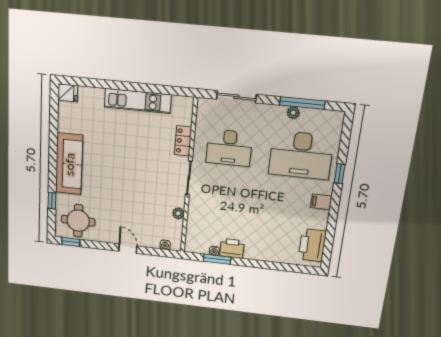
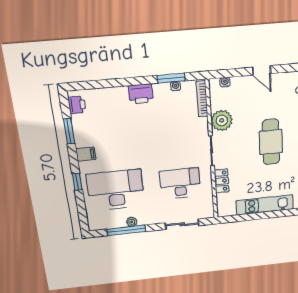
cafe table: (125, 174) -> (271, 142), added
plant: (178, 213) -> (222, 120), width x1.88, depth x1.88
window: (331, 229) -> (69, 131), added
bookcase: (190, 233) -> (202, 99), added
printer: (312, 245) -> (77, 105), width x0.53, depth x0.68
printer: (232, 248) -> (141, 94), moved

